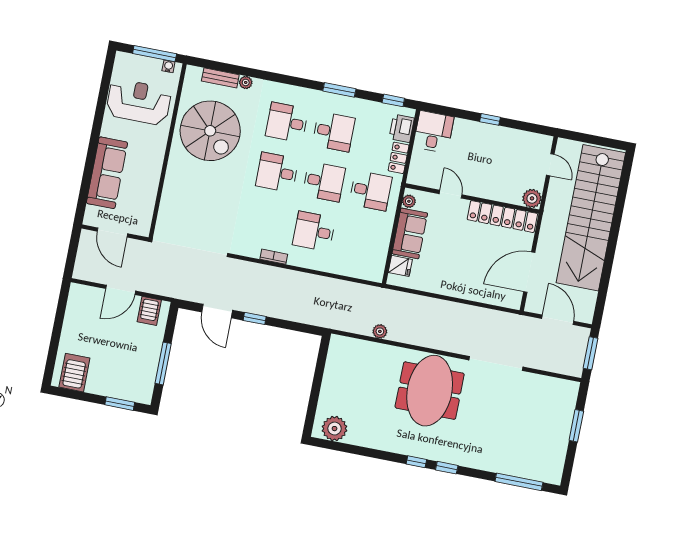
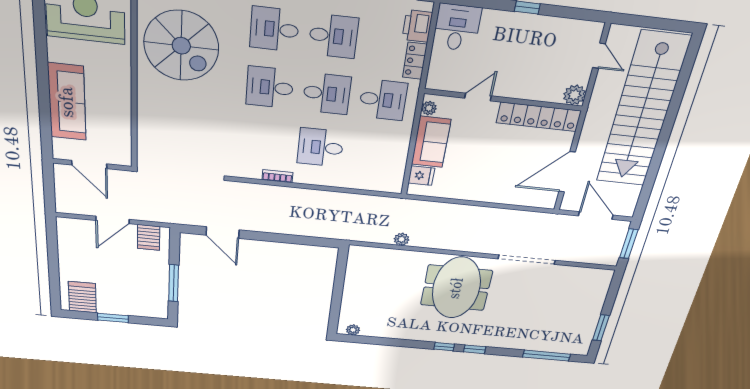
door: (451, 194) -> (478, 97), hinge flipped
window: (255, 318) -> (264, 237), removed
window: (120, 404) -> (113, 318), moved
window: (576, 426) -> (601, 328), moved
plant: (335, 429) -> (353, 330), width x0.53, depth x0.53

